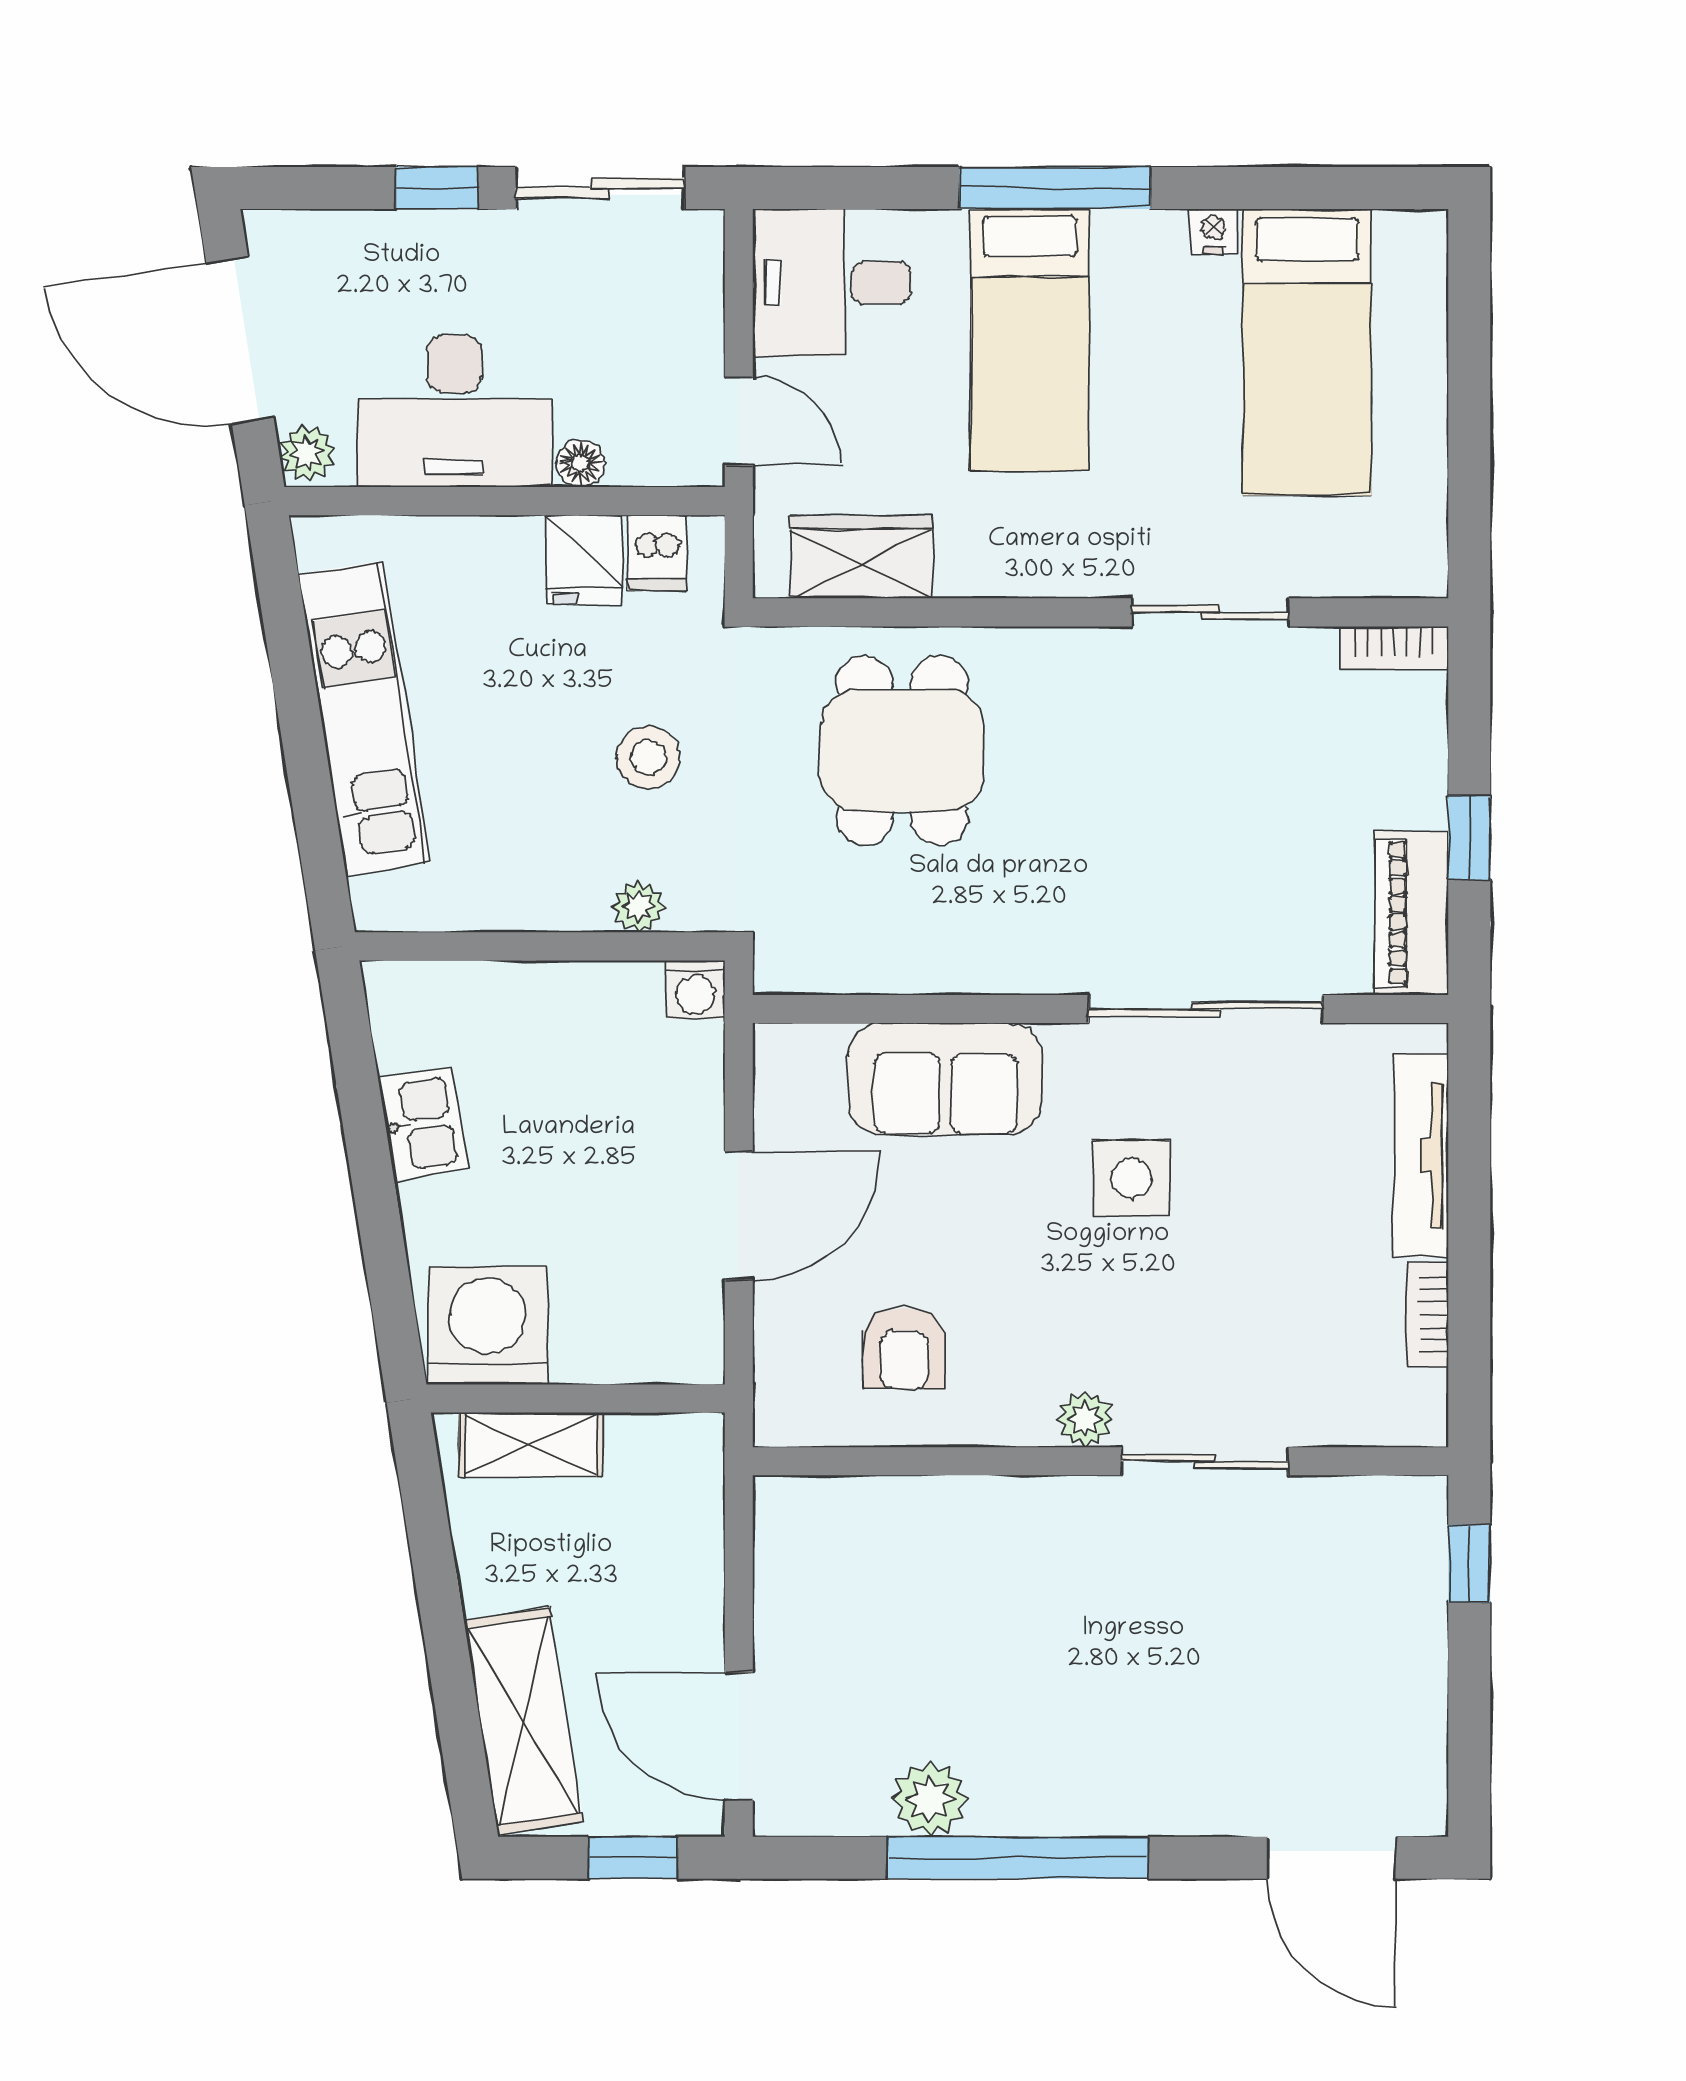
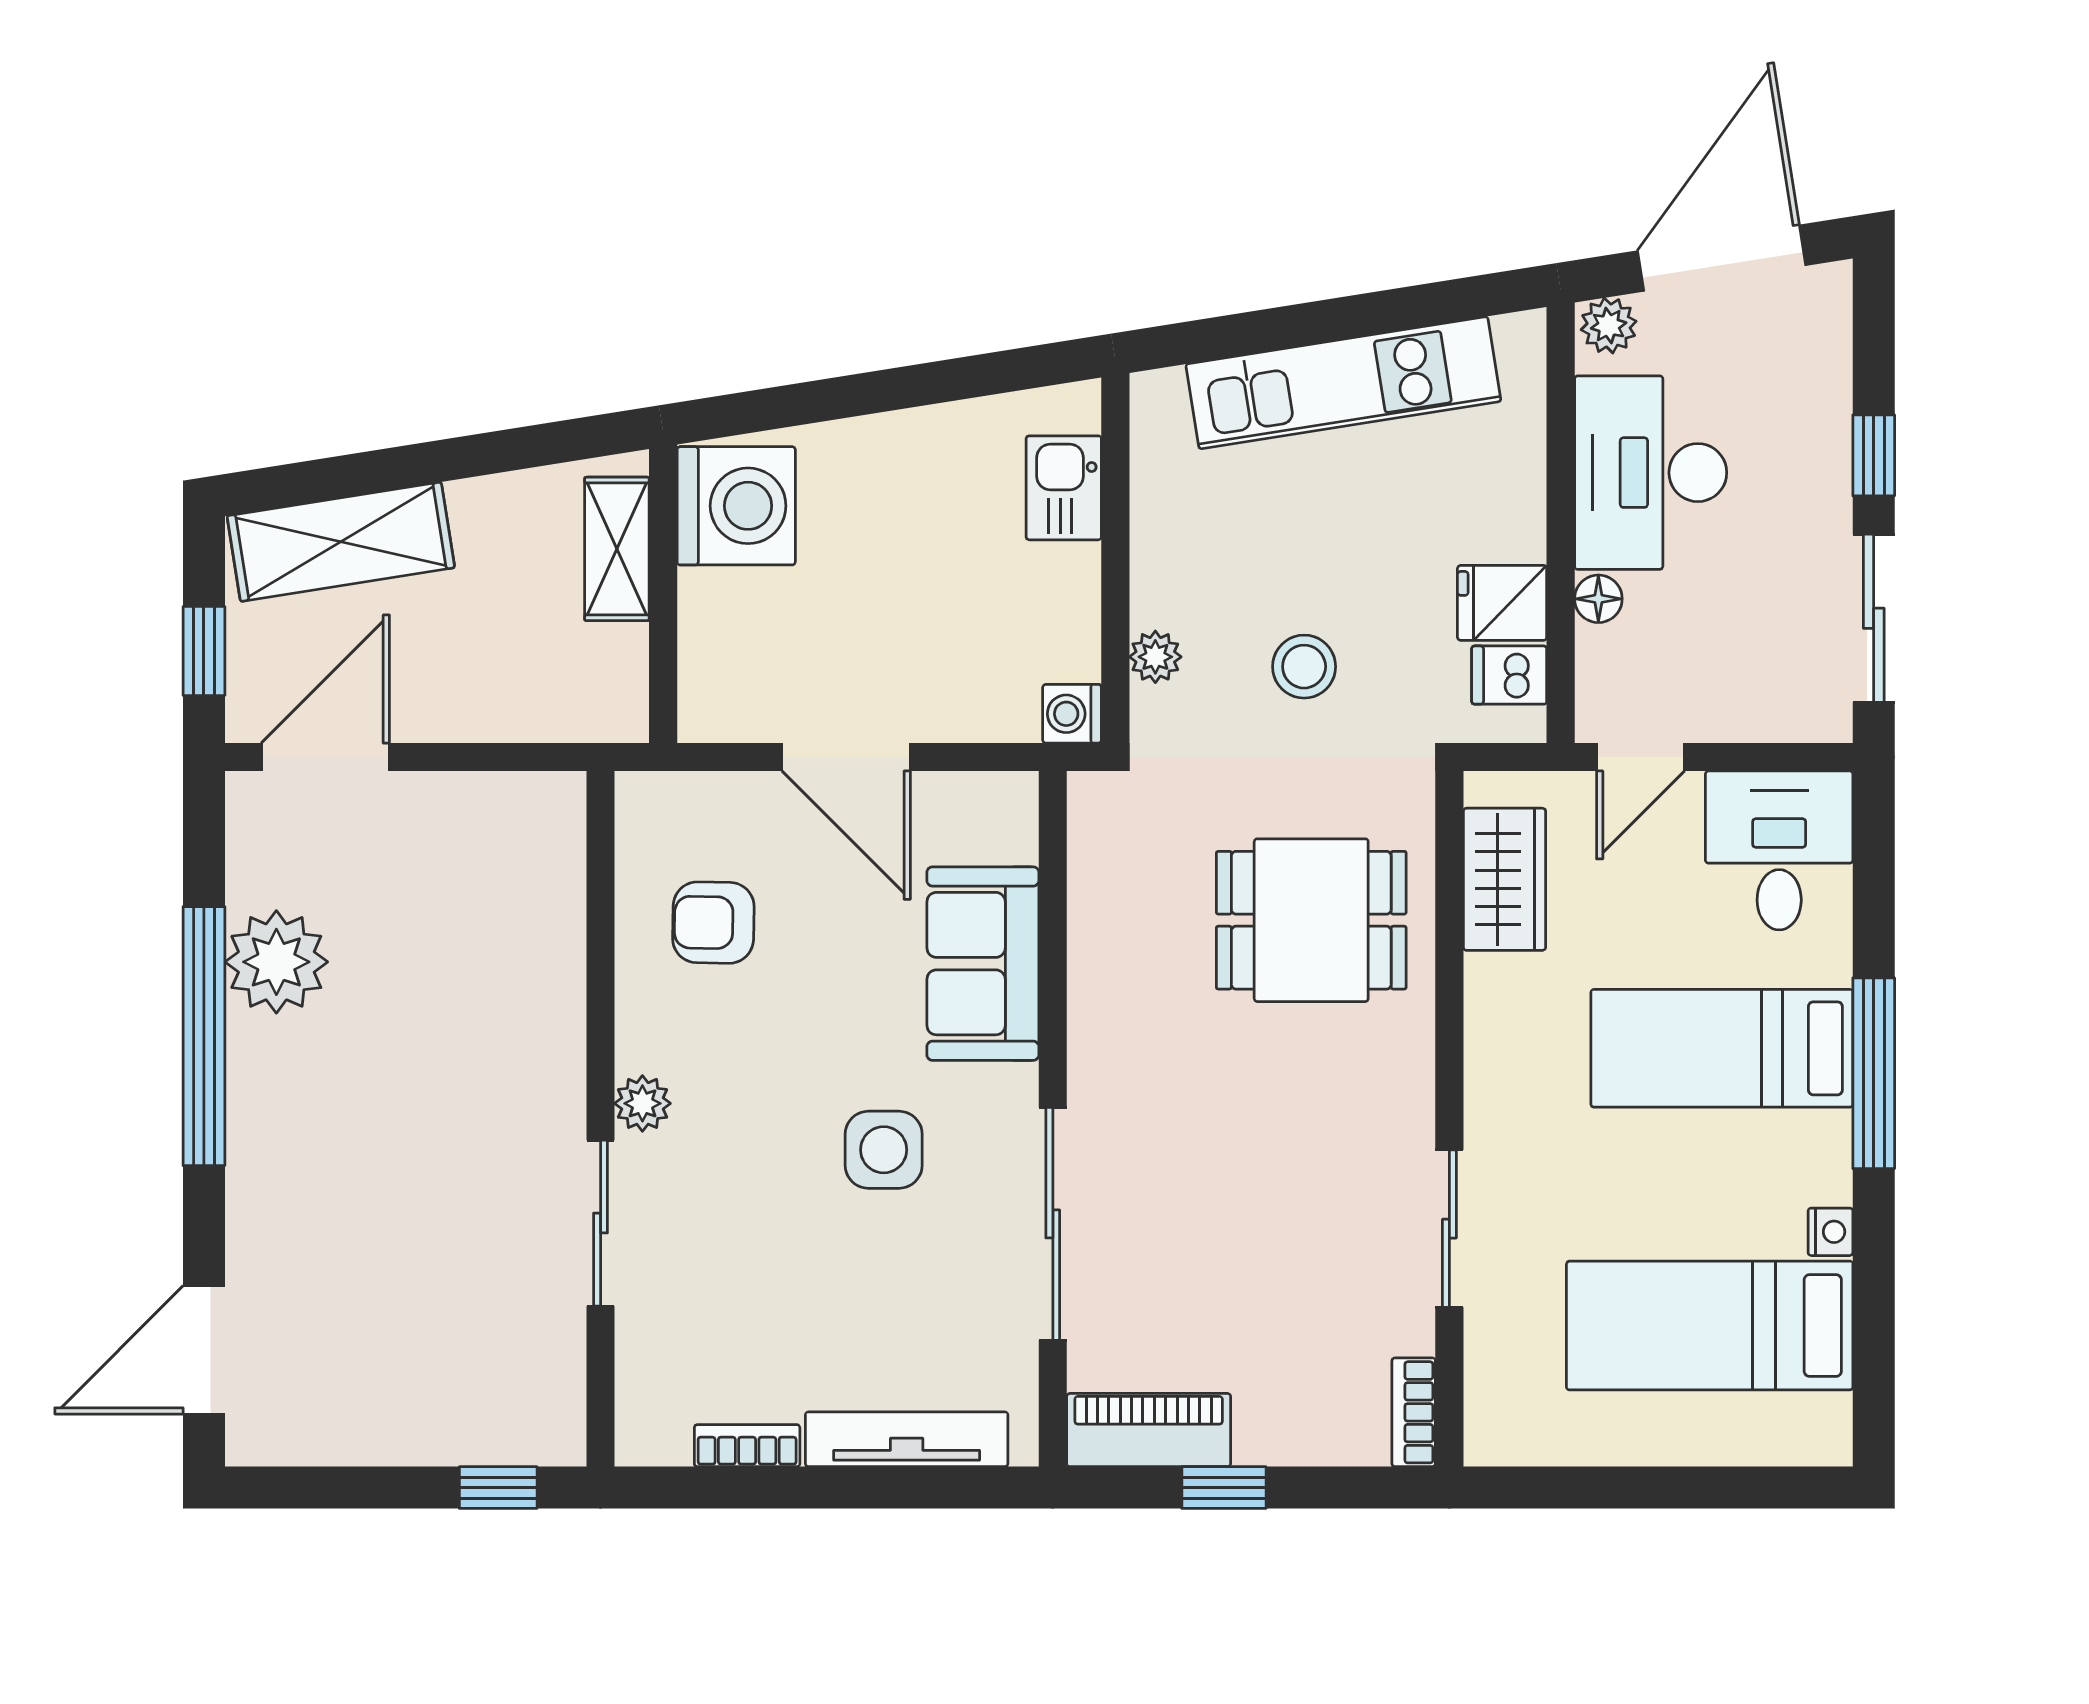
kitchen sink: (423, 1124) -> (1064, 488), moved, turned 99
plant: (930, 1799) -> (276, 962), width x1.36, depth x1.36

